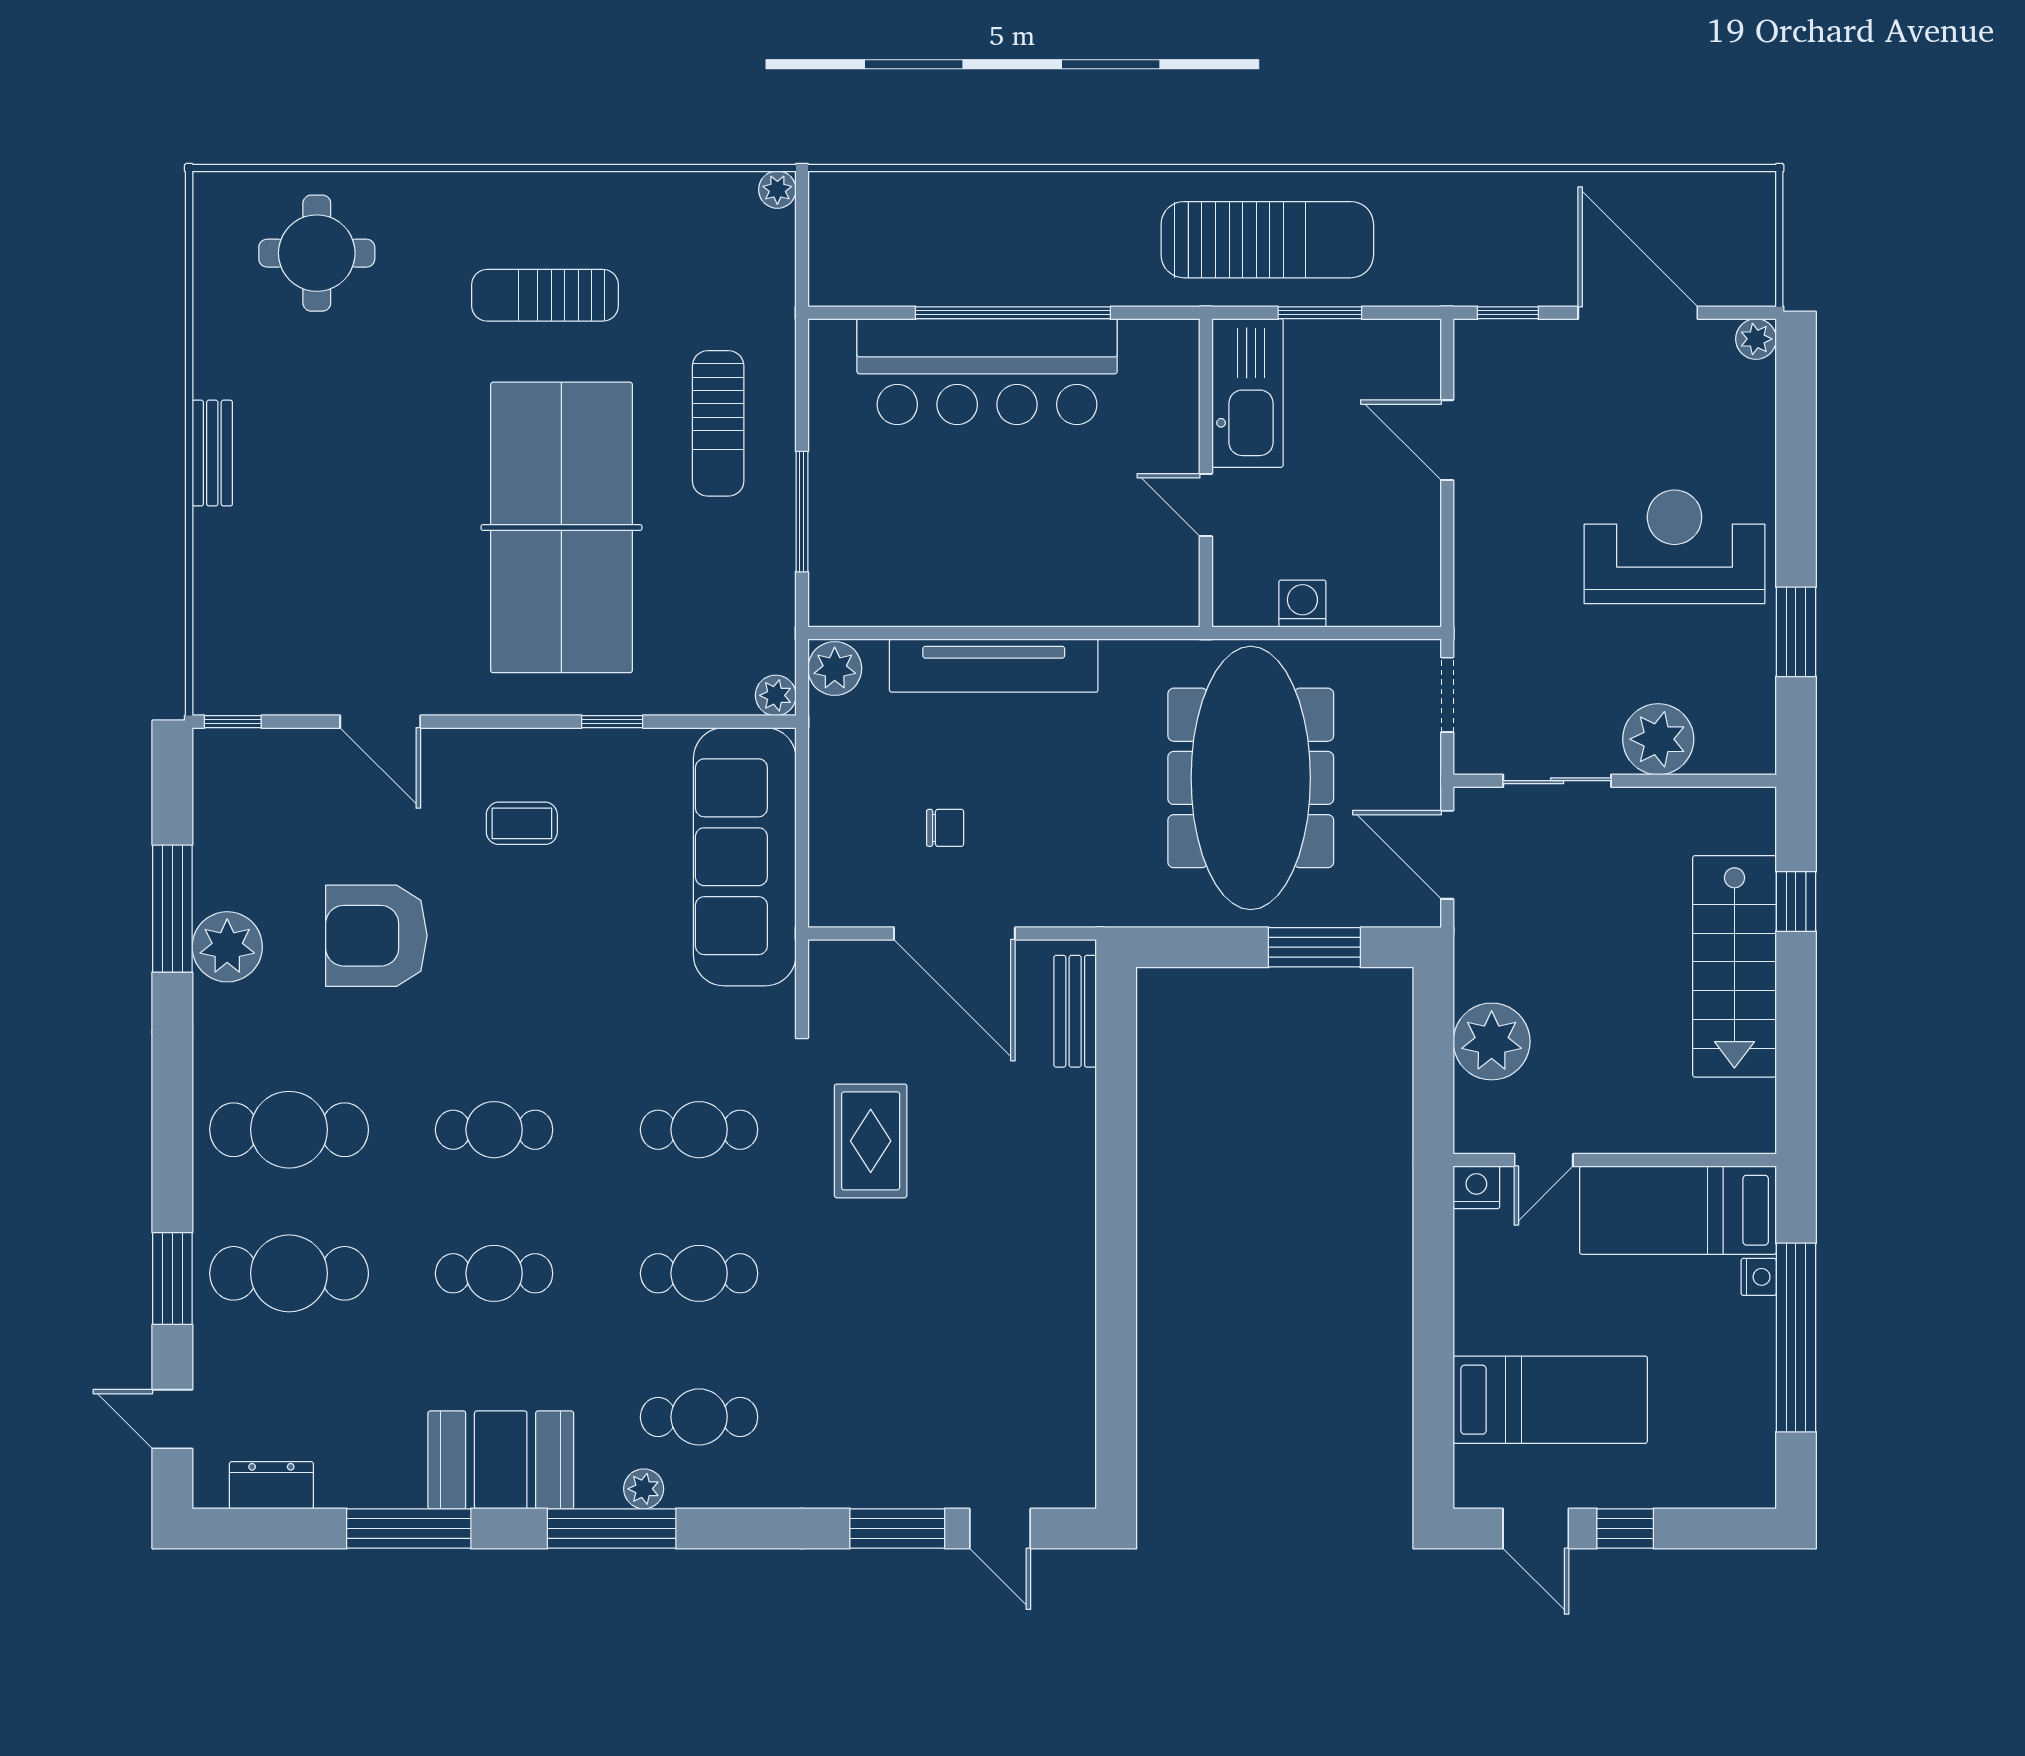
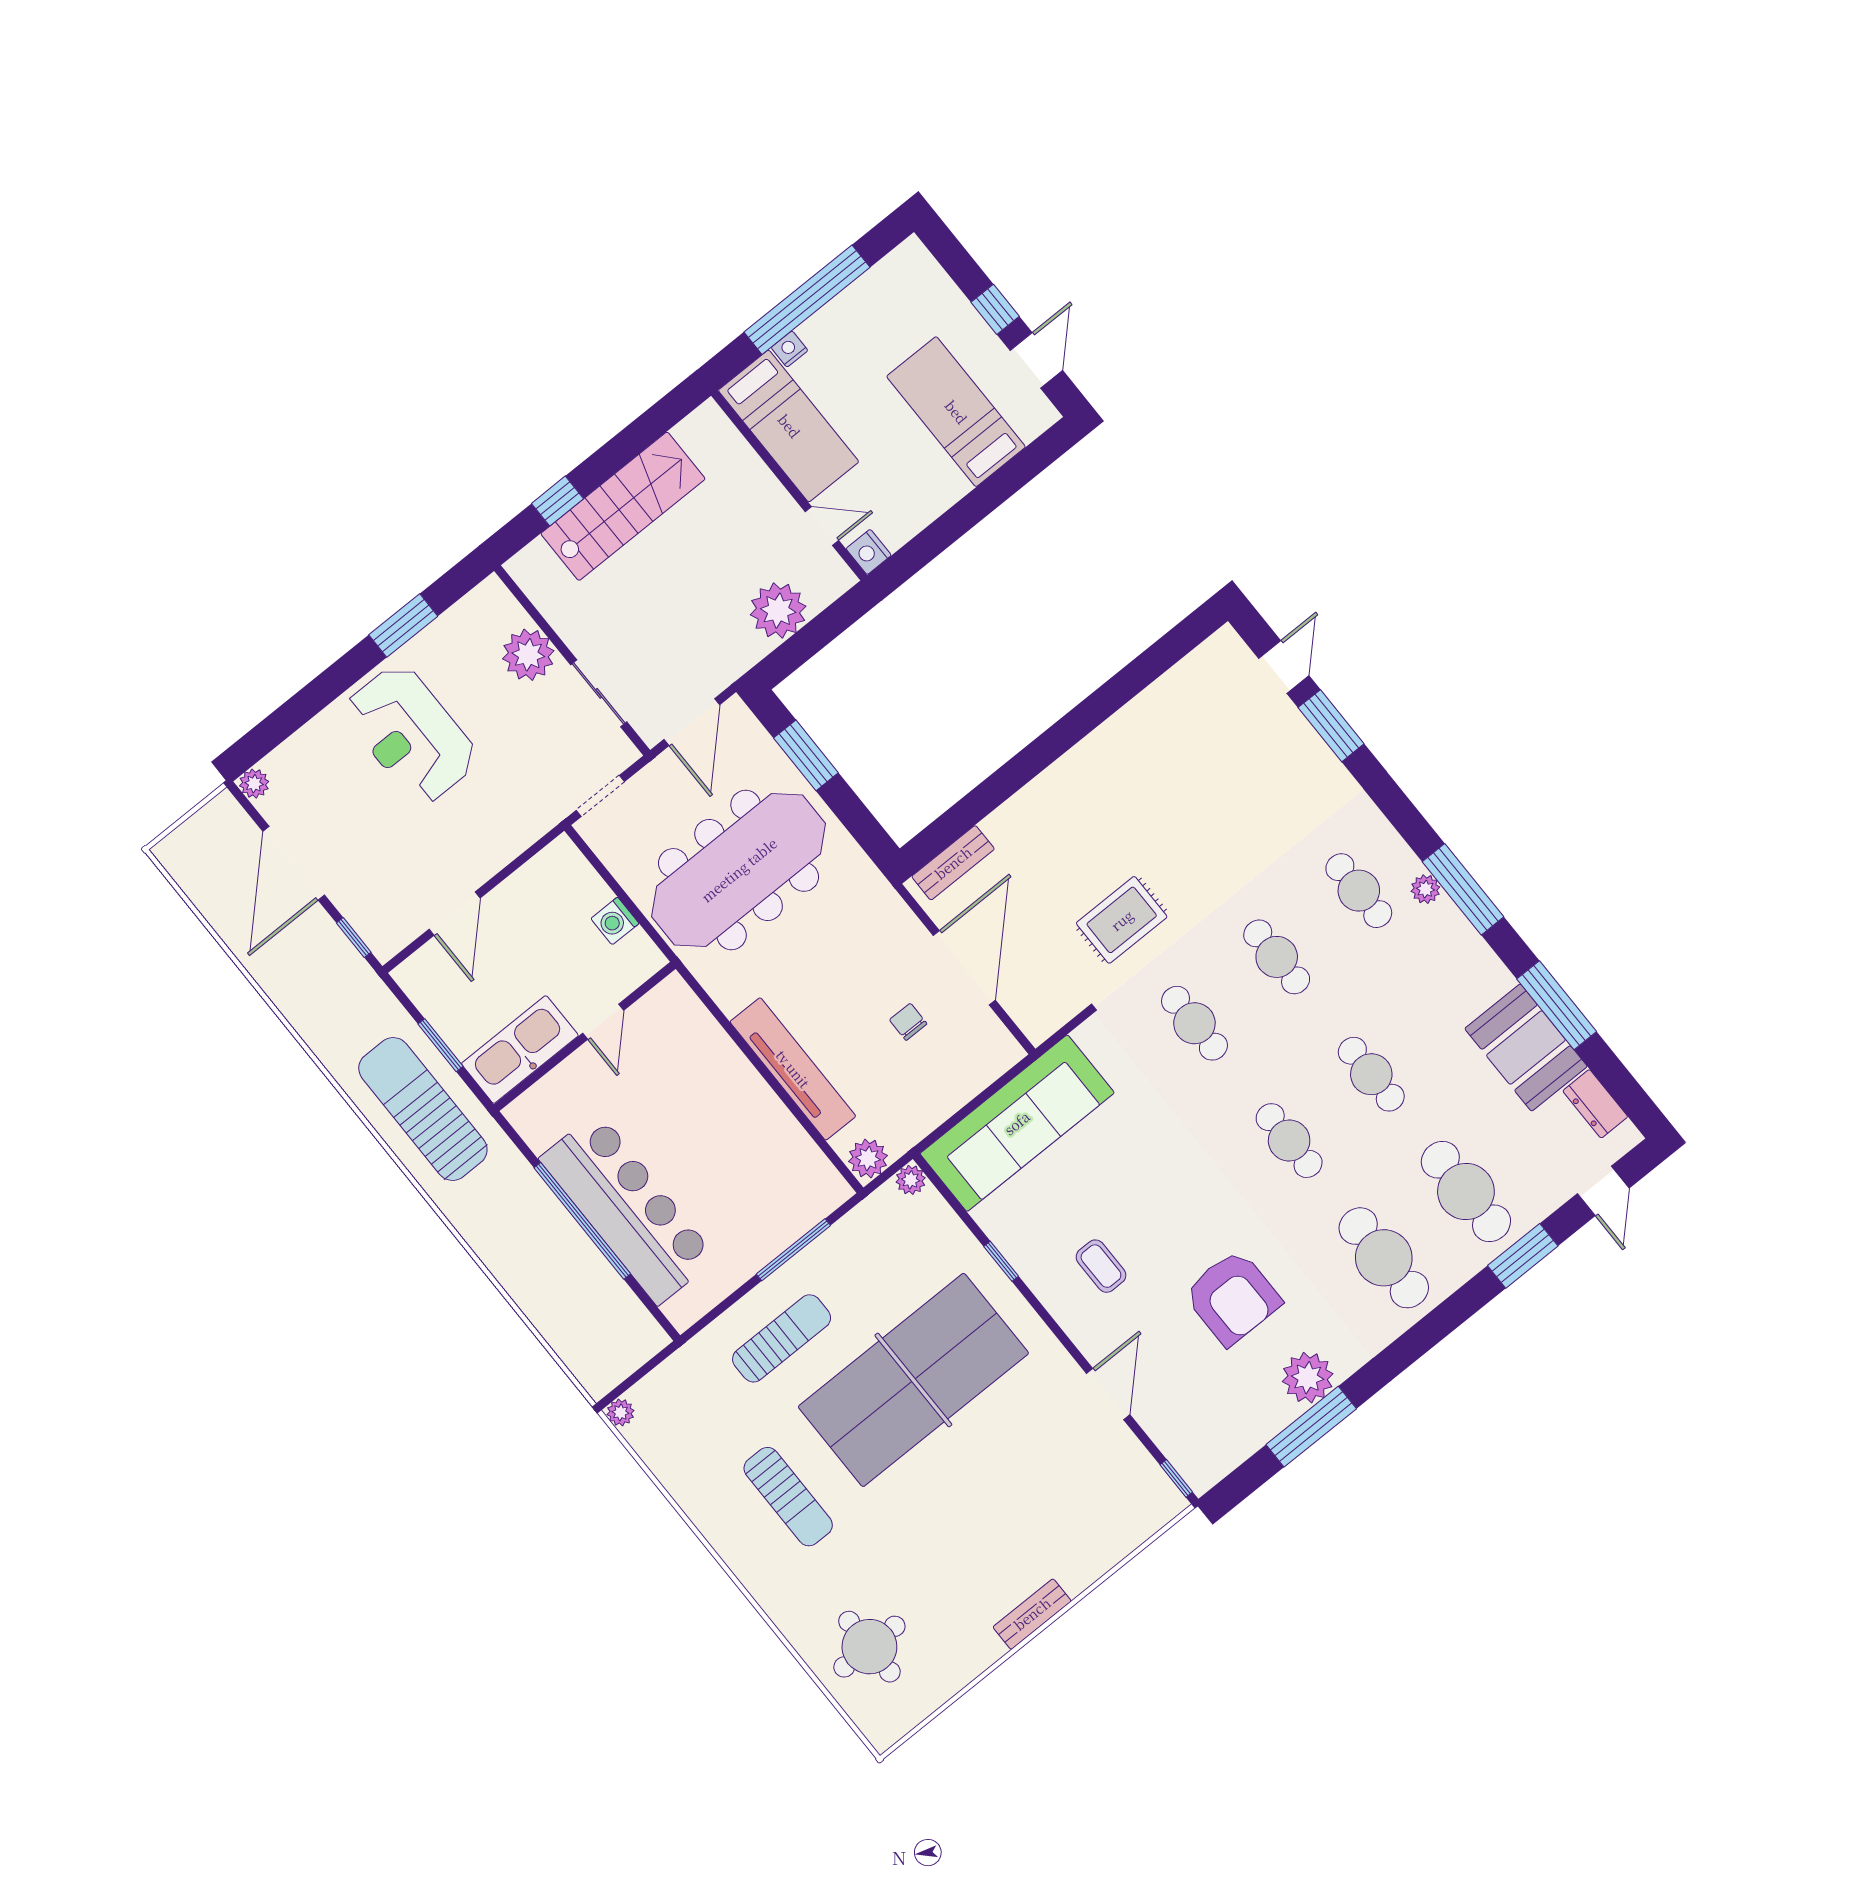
booth: (501, 1460) -> (1526, 1048), moved

